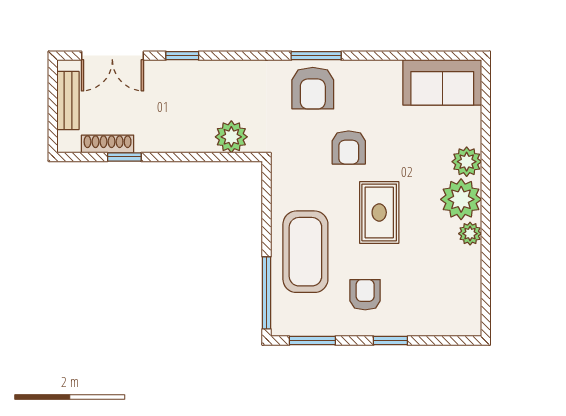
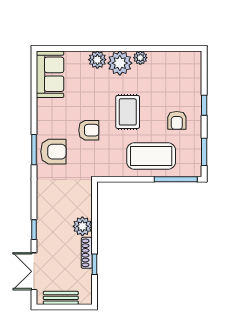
double door: (112, 56) -> (34, 271), swing flipped
plant: (231, 137) -> (82, 226), moved
shoe rack: (108, 144) -> (87, 253), moved
rug: (379, 212) -> (128, 112), turned 90
armchair: (365, 295) -> (177, 120), turned -90

